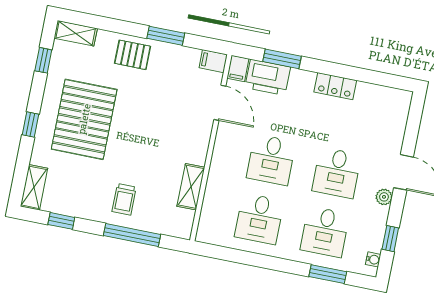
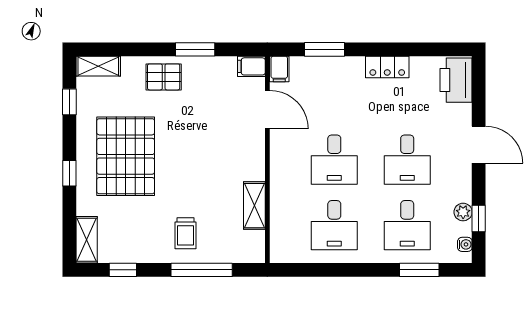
printer: (268, 77) -> (456, 80), moved, turned 90
plant: (384, 197) -> (463, 212), moved

